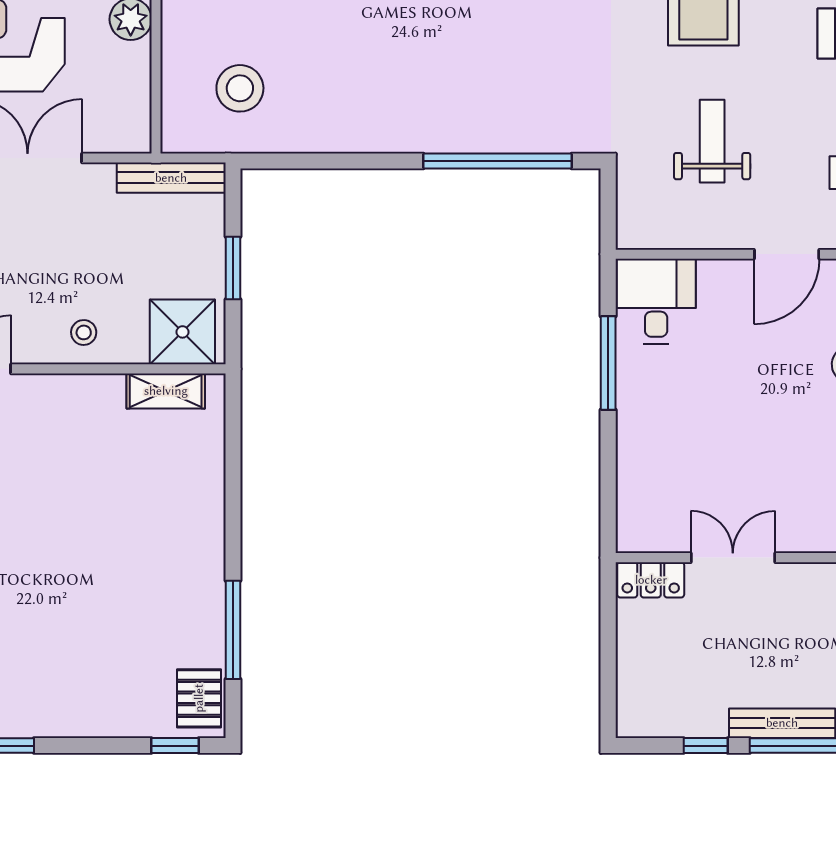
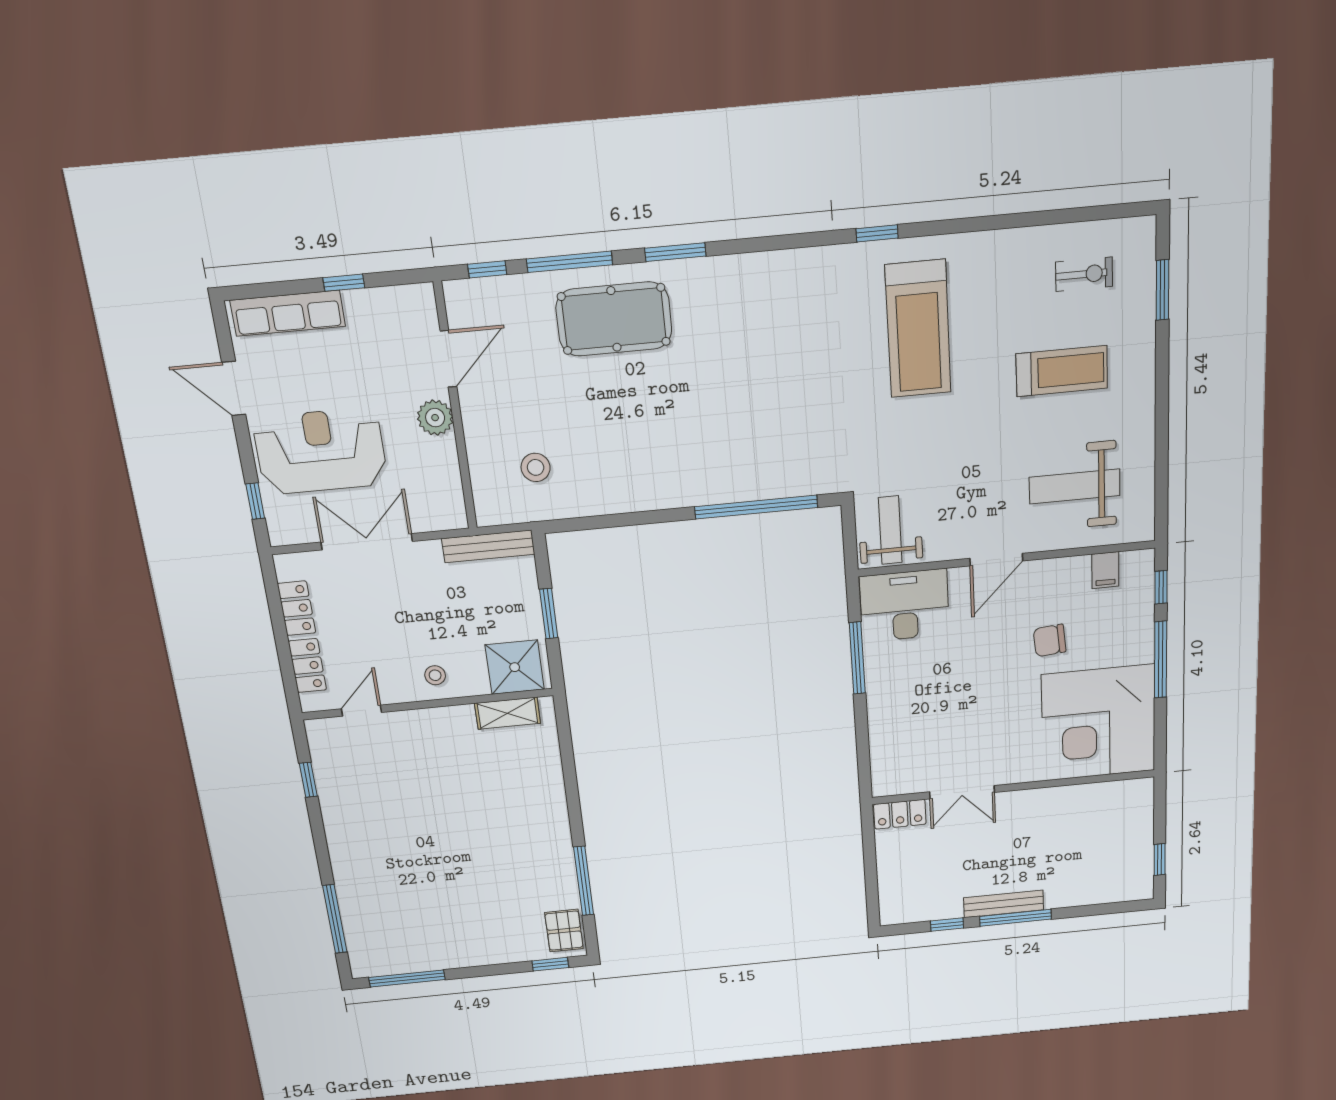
stool: (240, 88) -> (536, 467), width x0.73, depth x0.73
weight bench: (712, 141) -> (890, 530), moved
desk: (656, 301) -> (905, 606), width x1.37
double door: (733, 558) -> (962, 792), swing flipped

